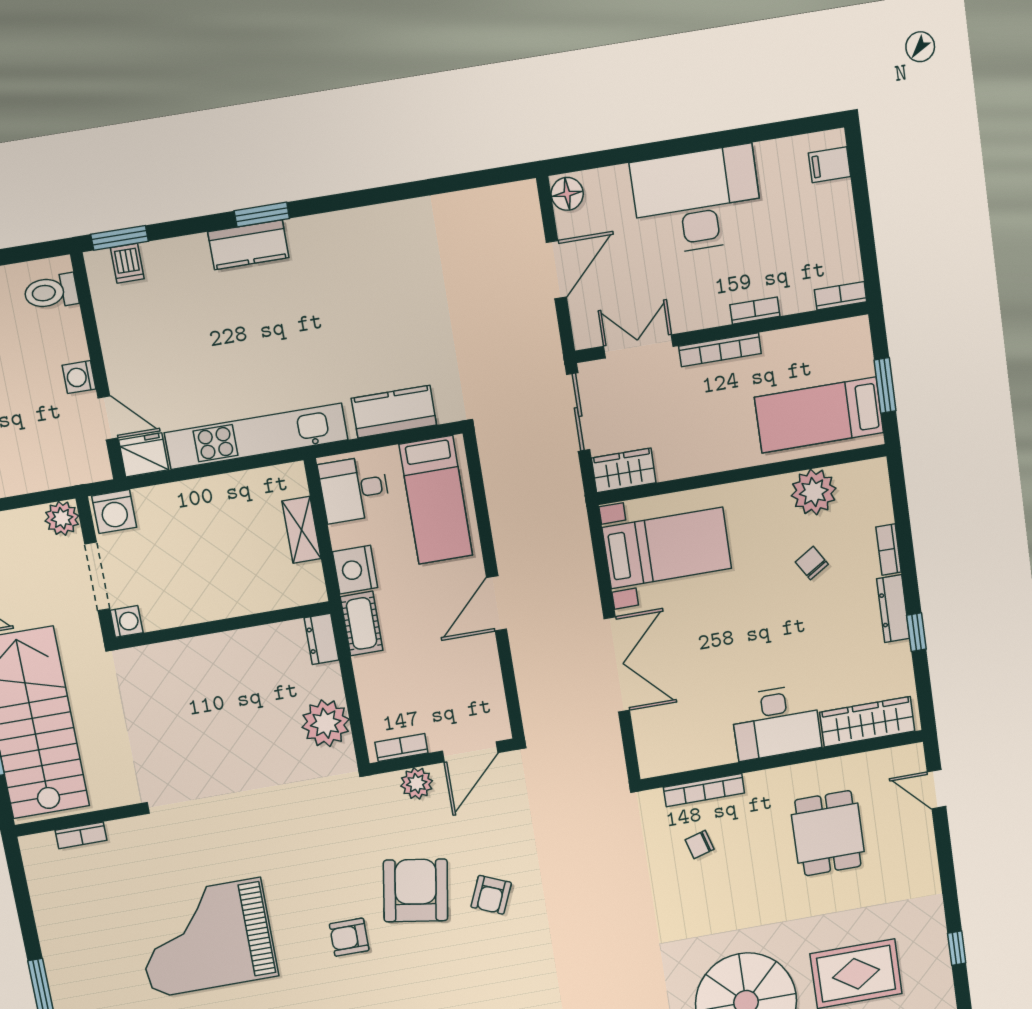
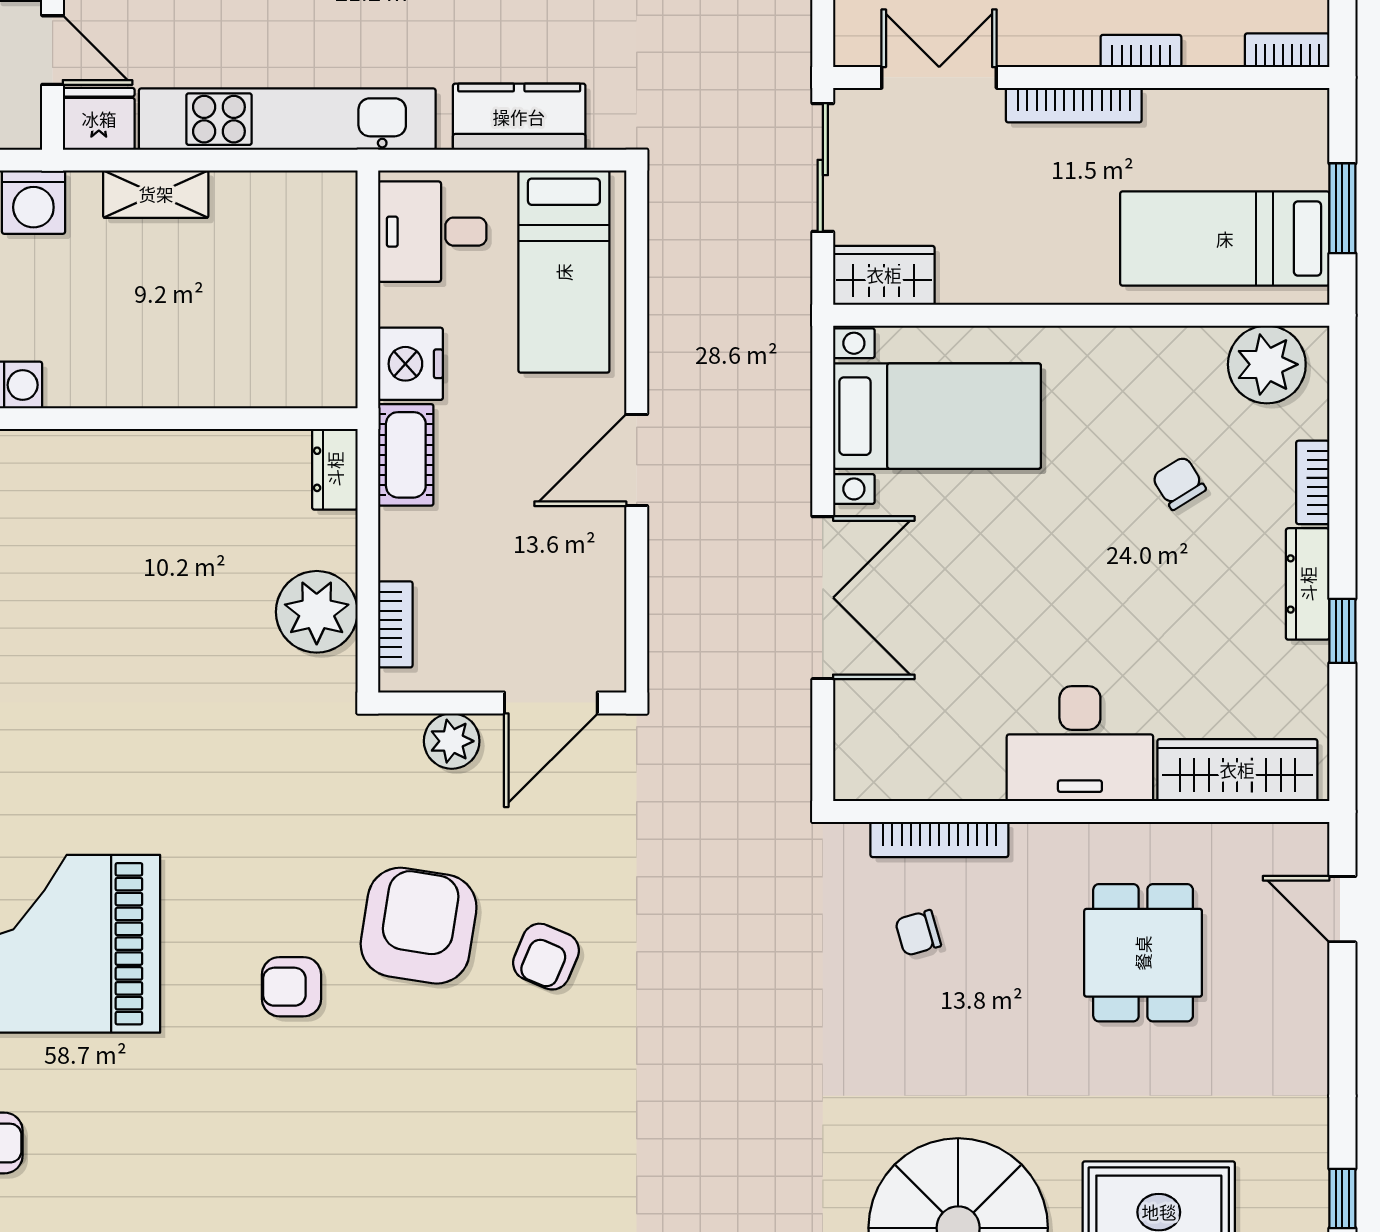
plant: (814, 492) -> (1267, 364), moved
shelving: (302, 530) -> (156, 194), moved, turned 90
bookcase: (401, 748) -> (395, 624), moved, turned 90

